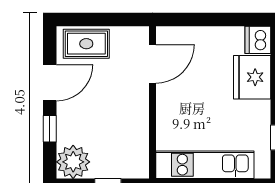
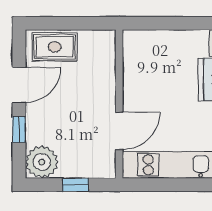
door: (153, 64) -> (119, 131), moved

